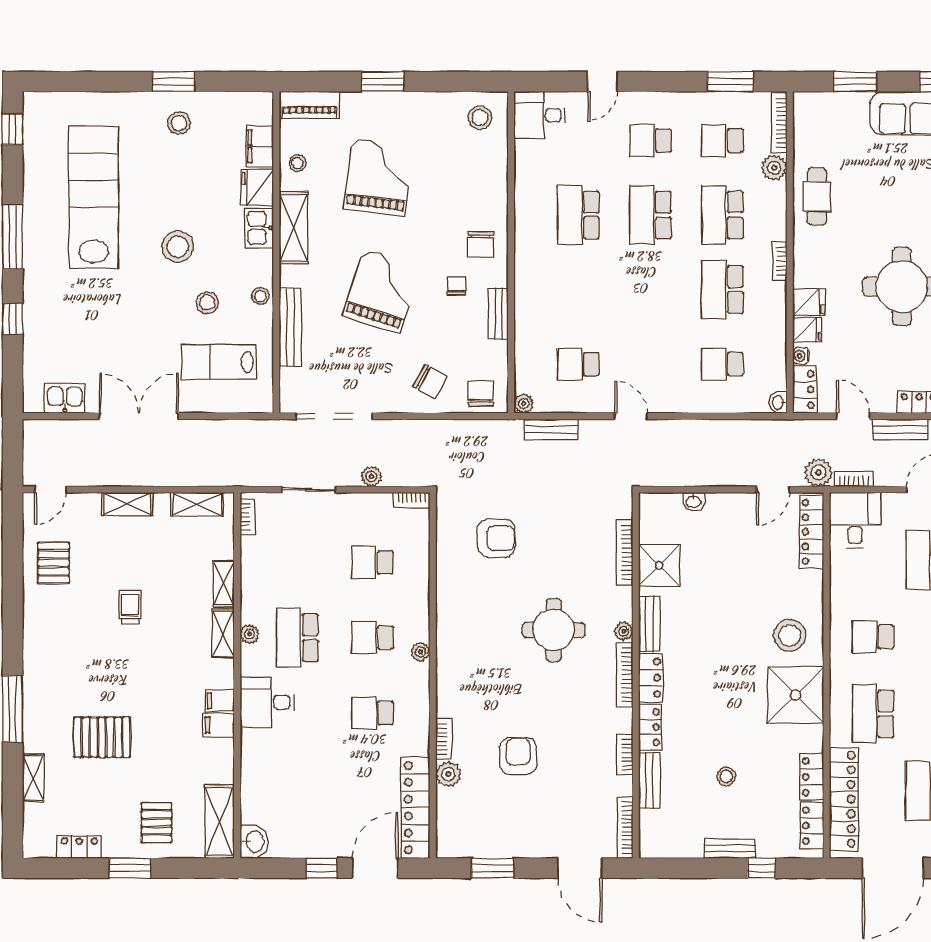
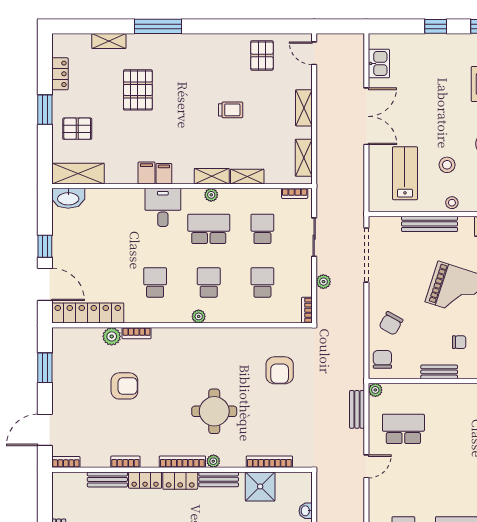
school desk: (578, 364) -> (403, 429), width x1.85
chair: (481, 394) -> (382, 359), turned -90
school desk: (297, 562) -> (262, 229), added
pallet: (54, 563) -> (262, 55), turned 90
bookcase: (625, 827) -> (66, 462), width x0.64
washbasin: (254, 842) -> (68, 198), width x1.38

